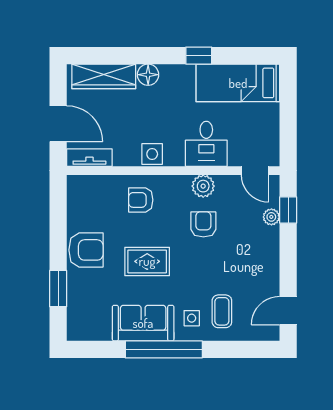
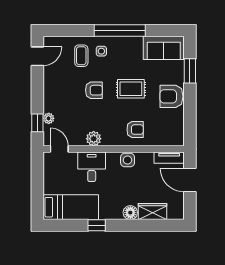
wardrobe: (104, 76) -> (153, 211), width x0.67
armchair: (203, 224) -> (94, 90), moved, turned -90
sofa: (143, 323) -> (164, 48), moved

